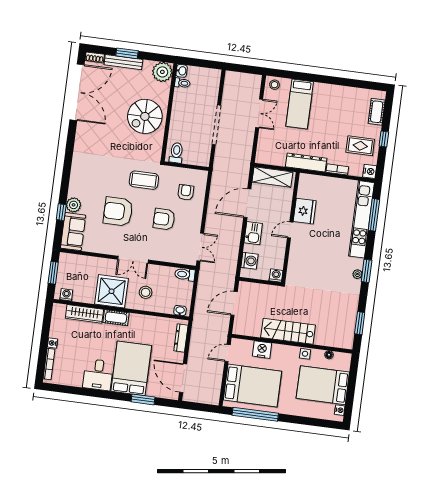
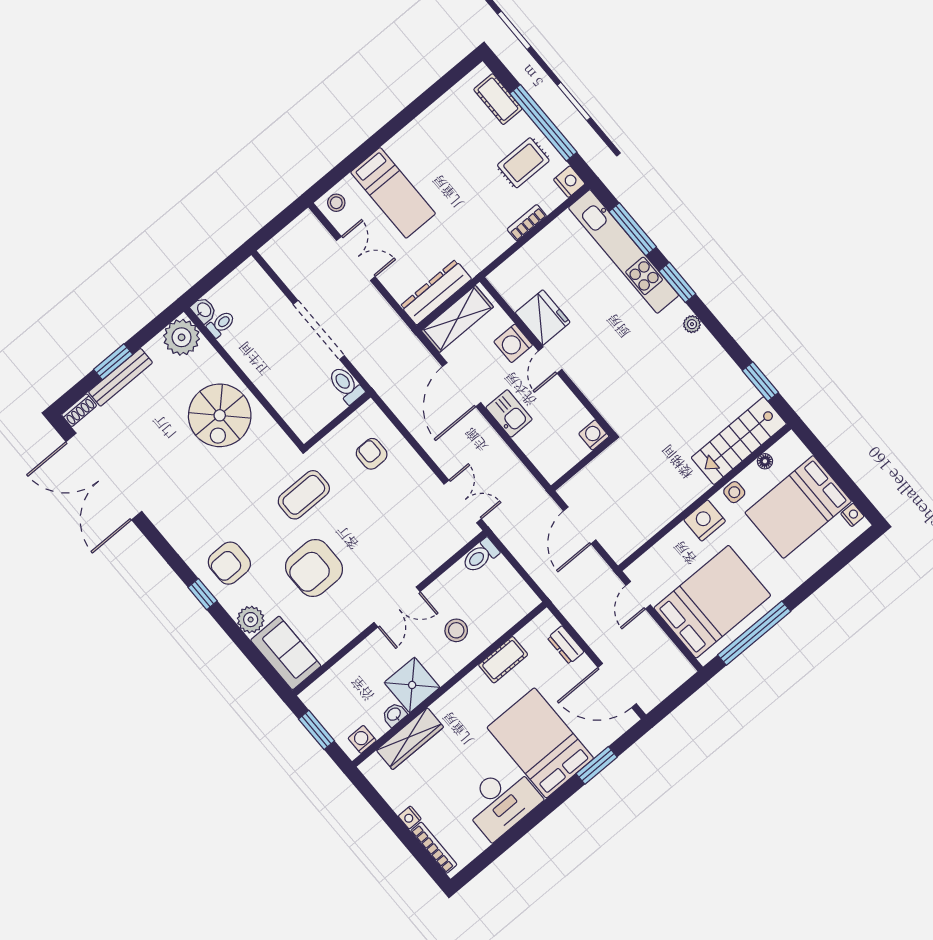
double door: (77, 92) -> (104, 477), swing flipped
window: (384, 139) -> (543, 123), width x3.17
toilet: (176, 153) -> (346, 385), moved
dresser: (306, 163) -> (436, 292), moved
window: (61, 212) -> (203, 594), moved
armchair: (164, 219) -> (229, 563), moved
washing machine: (249, 261) -> (513, 343), moved, turned 180
window: (367, 271) -> (677, 282), moved
shower: (112, 291) -> (412, 685), width x0.73, depth x0.73
washbasin: (180, 311) -> (394, 715), moved
cot: (116, 318) -> (503, 660), moved
stairs: (288, 331) -> (739, 441), moved
dresser: (181, 338) -> (566, 645), width x0.70
nightstand: (262, 350) -> (705, 520), moved
desk: (98, 375) -> (501, 801), width x1.37

